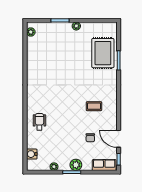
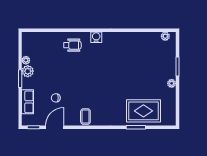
coffee table: (94, 106) -> (85, 116), moved
water cooler: (32, 154) -> (96, 37), moved
plant: (76, 165) -> (28, 71), moved
row of seats: (104, 165) -> (28, 102), moved

